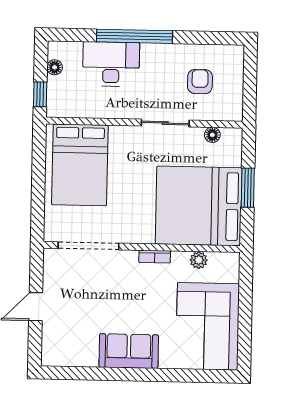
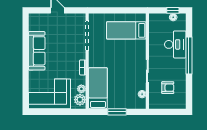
window: (40, 94) -> (173, 10), moved
bed: (80, 165) -> (126, 30), width x0.67
bed: (199, 206) -> (98, 88), width x0.49
plant: (221, 264) -> (80, 100), added
sofa: (129, 351) -> (37, 51), width x1.36

